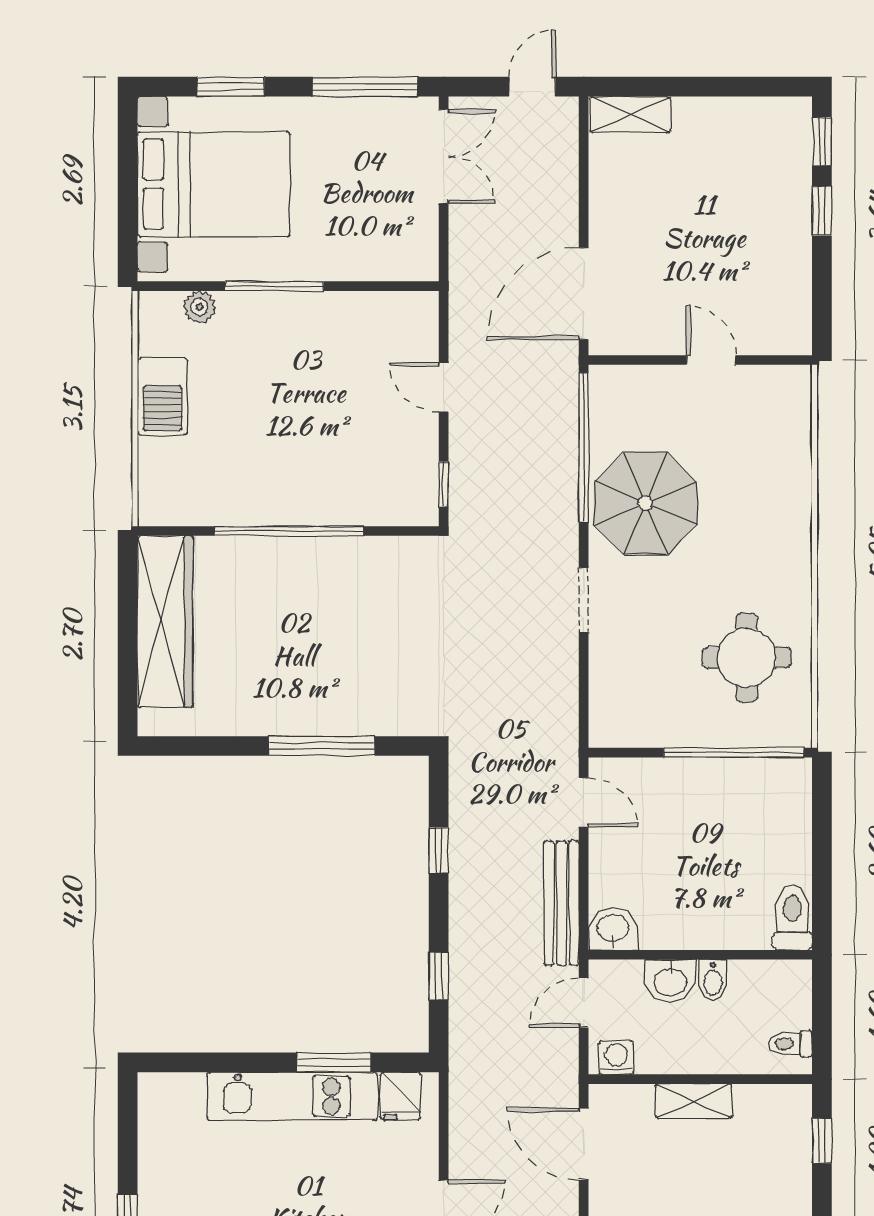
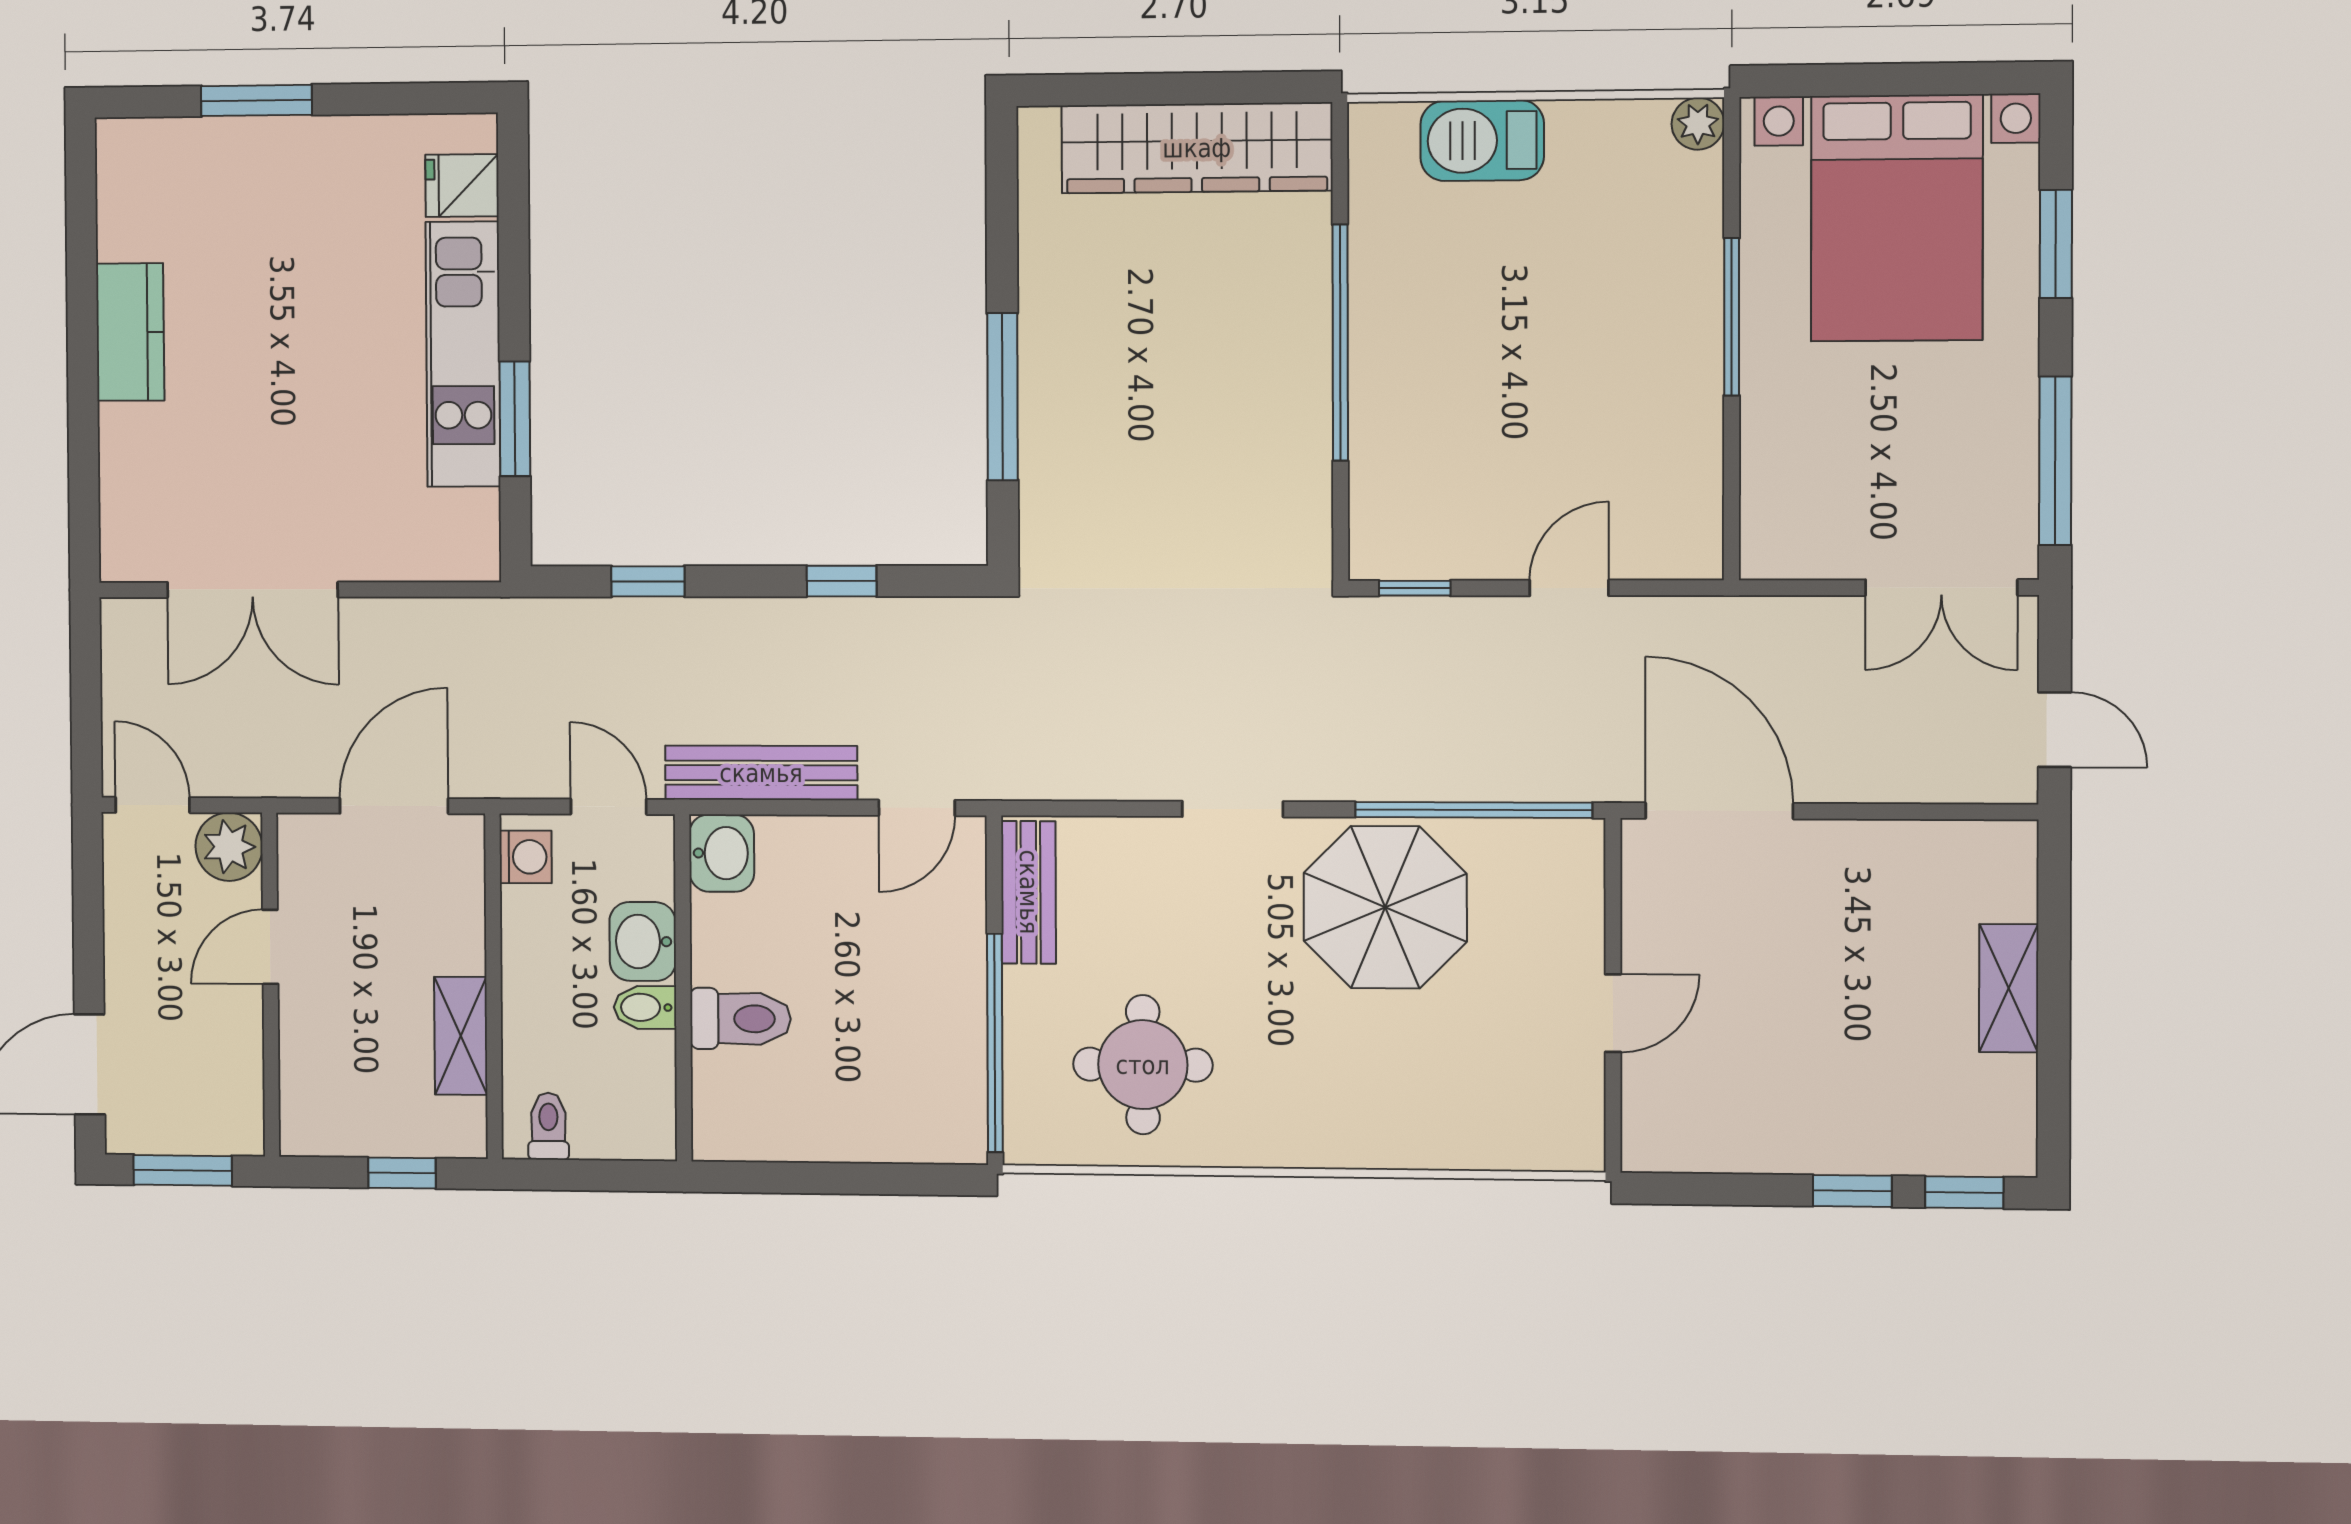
shelving: (630, 114) -> (2009, 988), moved
plant: (200, 307) -> (1698, 124), moved
barbecue: (163, 396) -> (1482, 140), moved
bench: (637, 731) -> (1029, 892), added
toilet: (792, 917) -> (740, 1019), moved
fridge: (401, 1096) -> (462, 186), moved
shelving: (694, 1101) -> (461, 1036), moved

